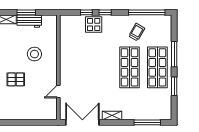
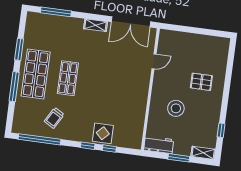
workbench: (29, 21) -> (159, 145), moved
shop shelf: (130, 67) -> (68, 78), width x0.70, depth x0.74

